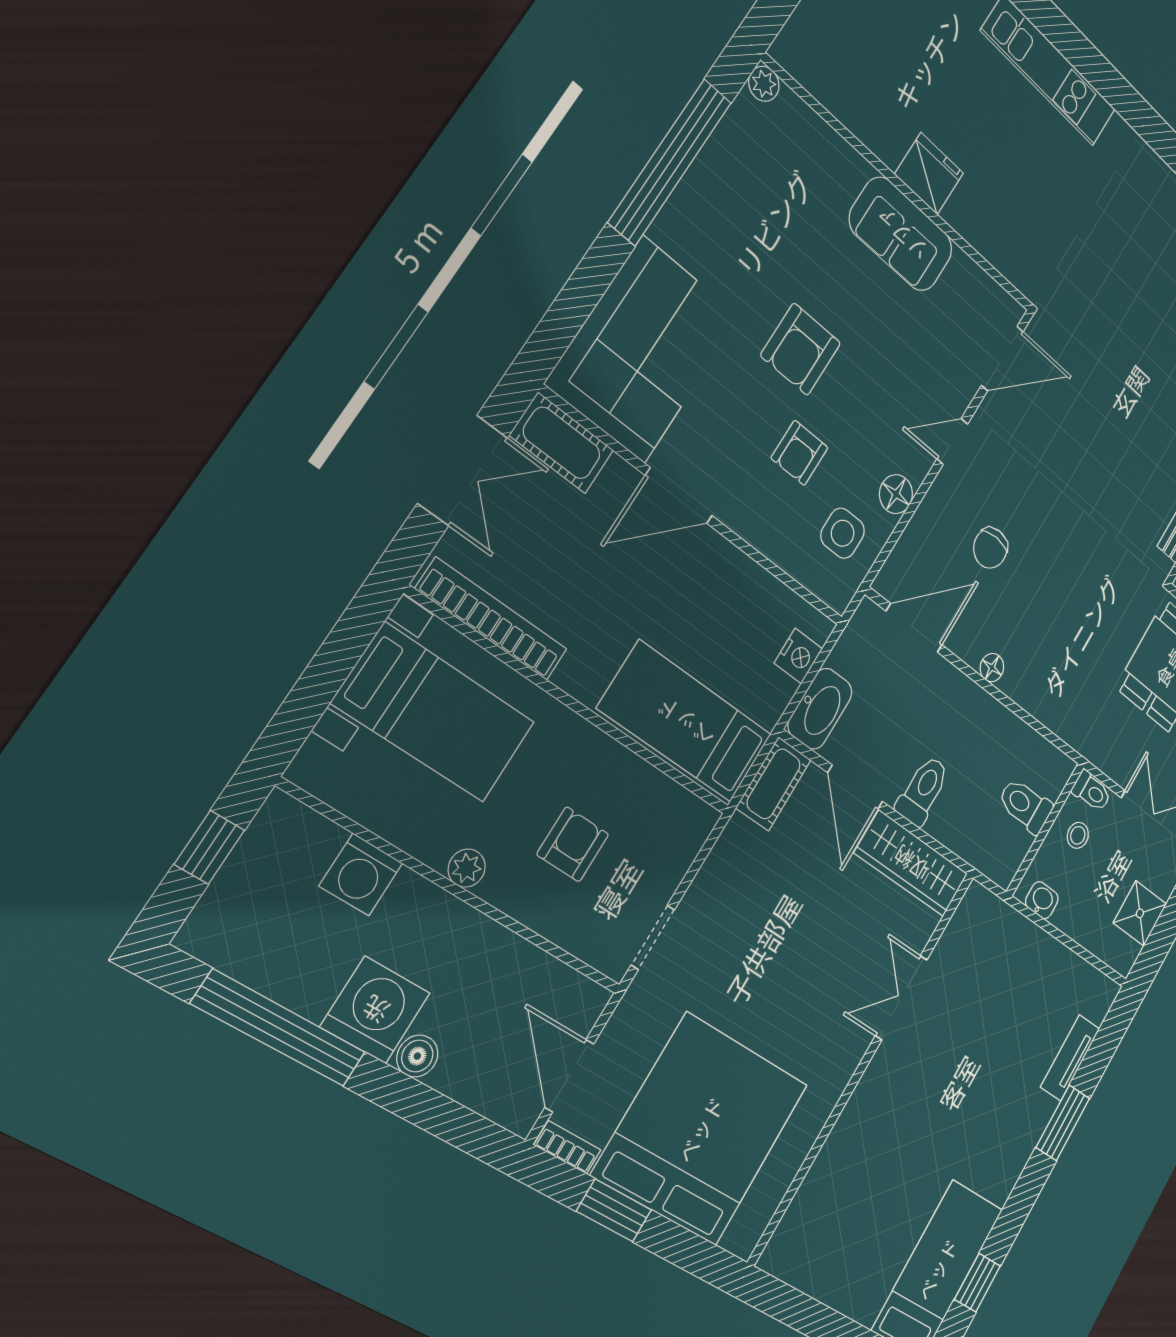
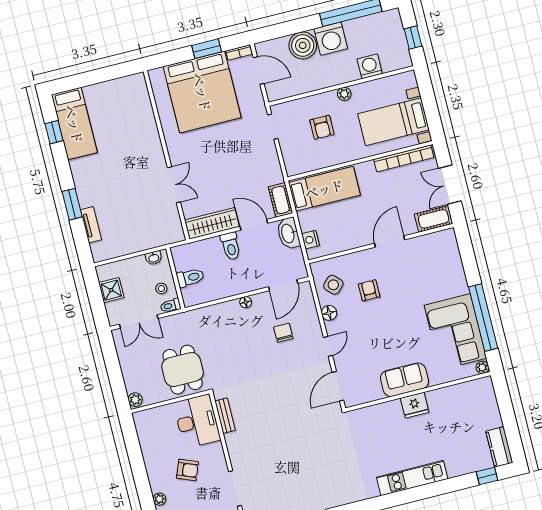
corner sofa: (644, 349) -> (455, 332), moved
armchair: (801, 349) -> (398, 316), removed
side table: (843, 533) -> (333, 285), turned 45
boiler: (417, 1056) -> (303, 45), width x1.86, depth x1.86

